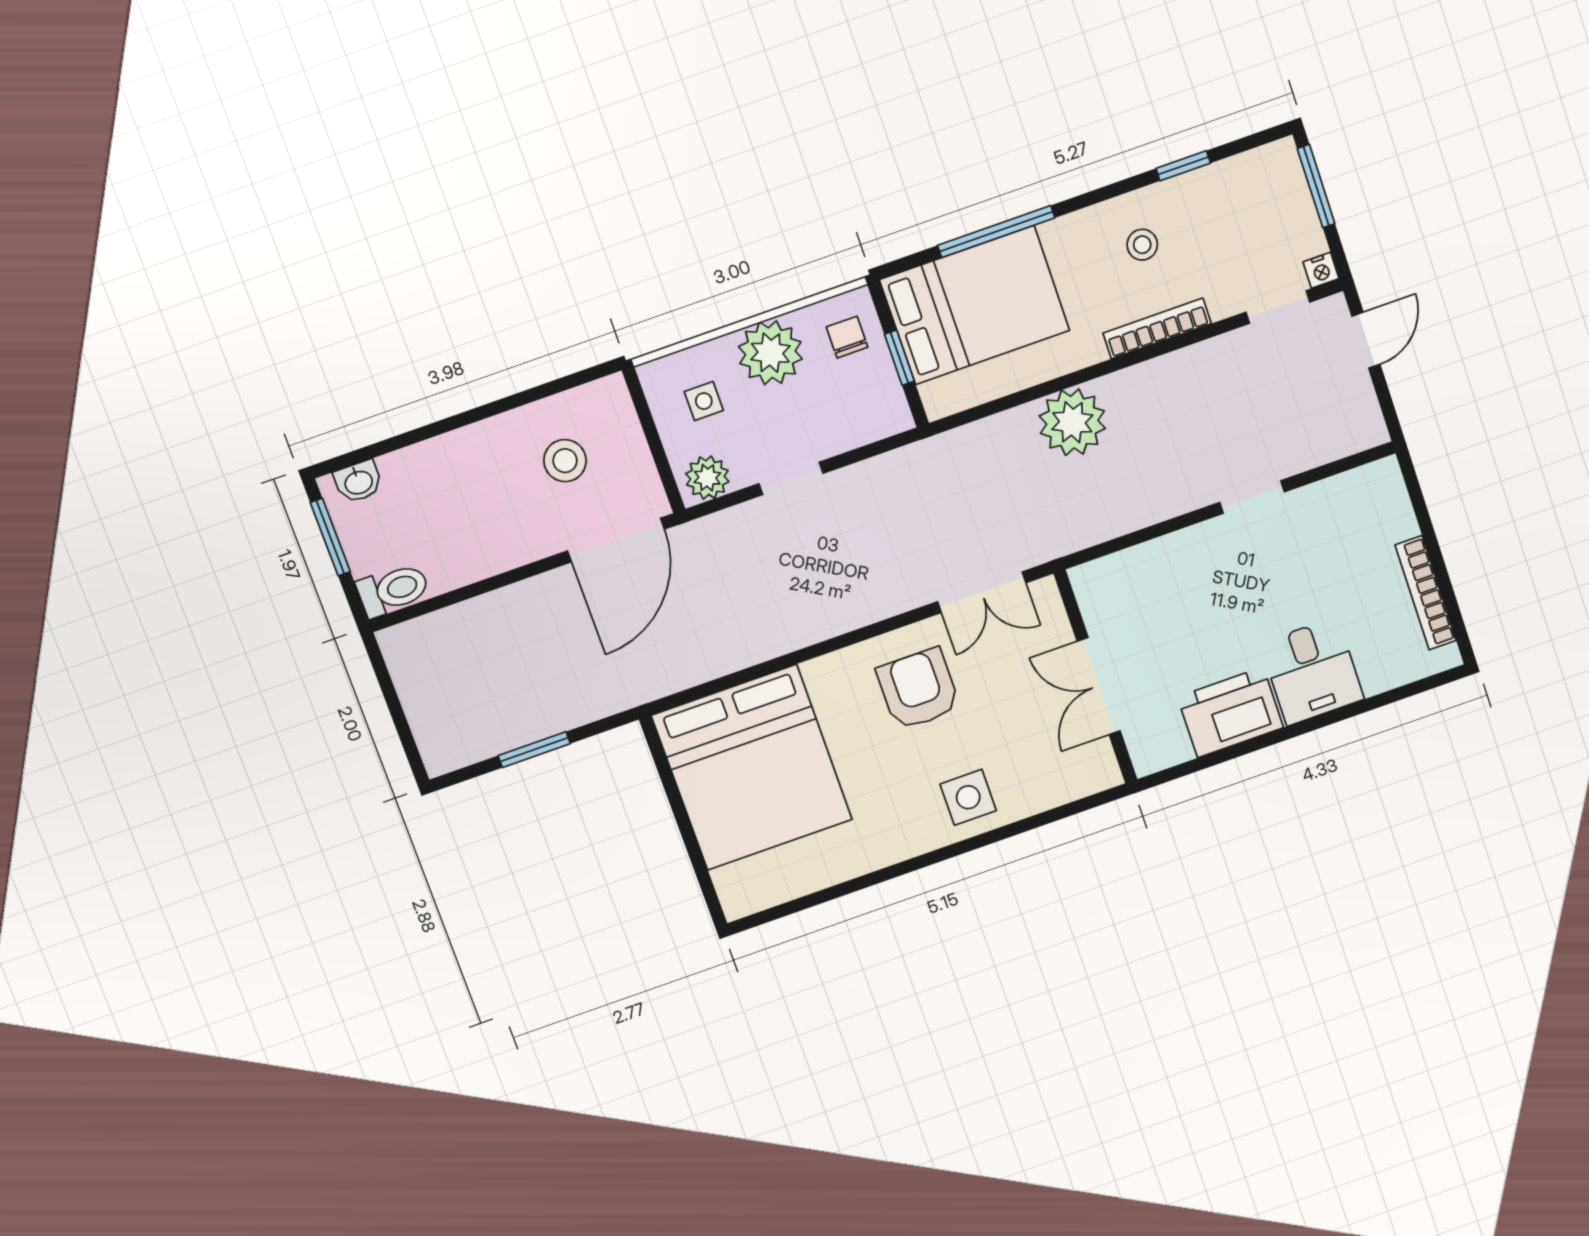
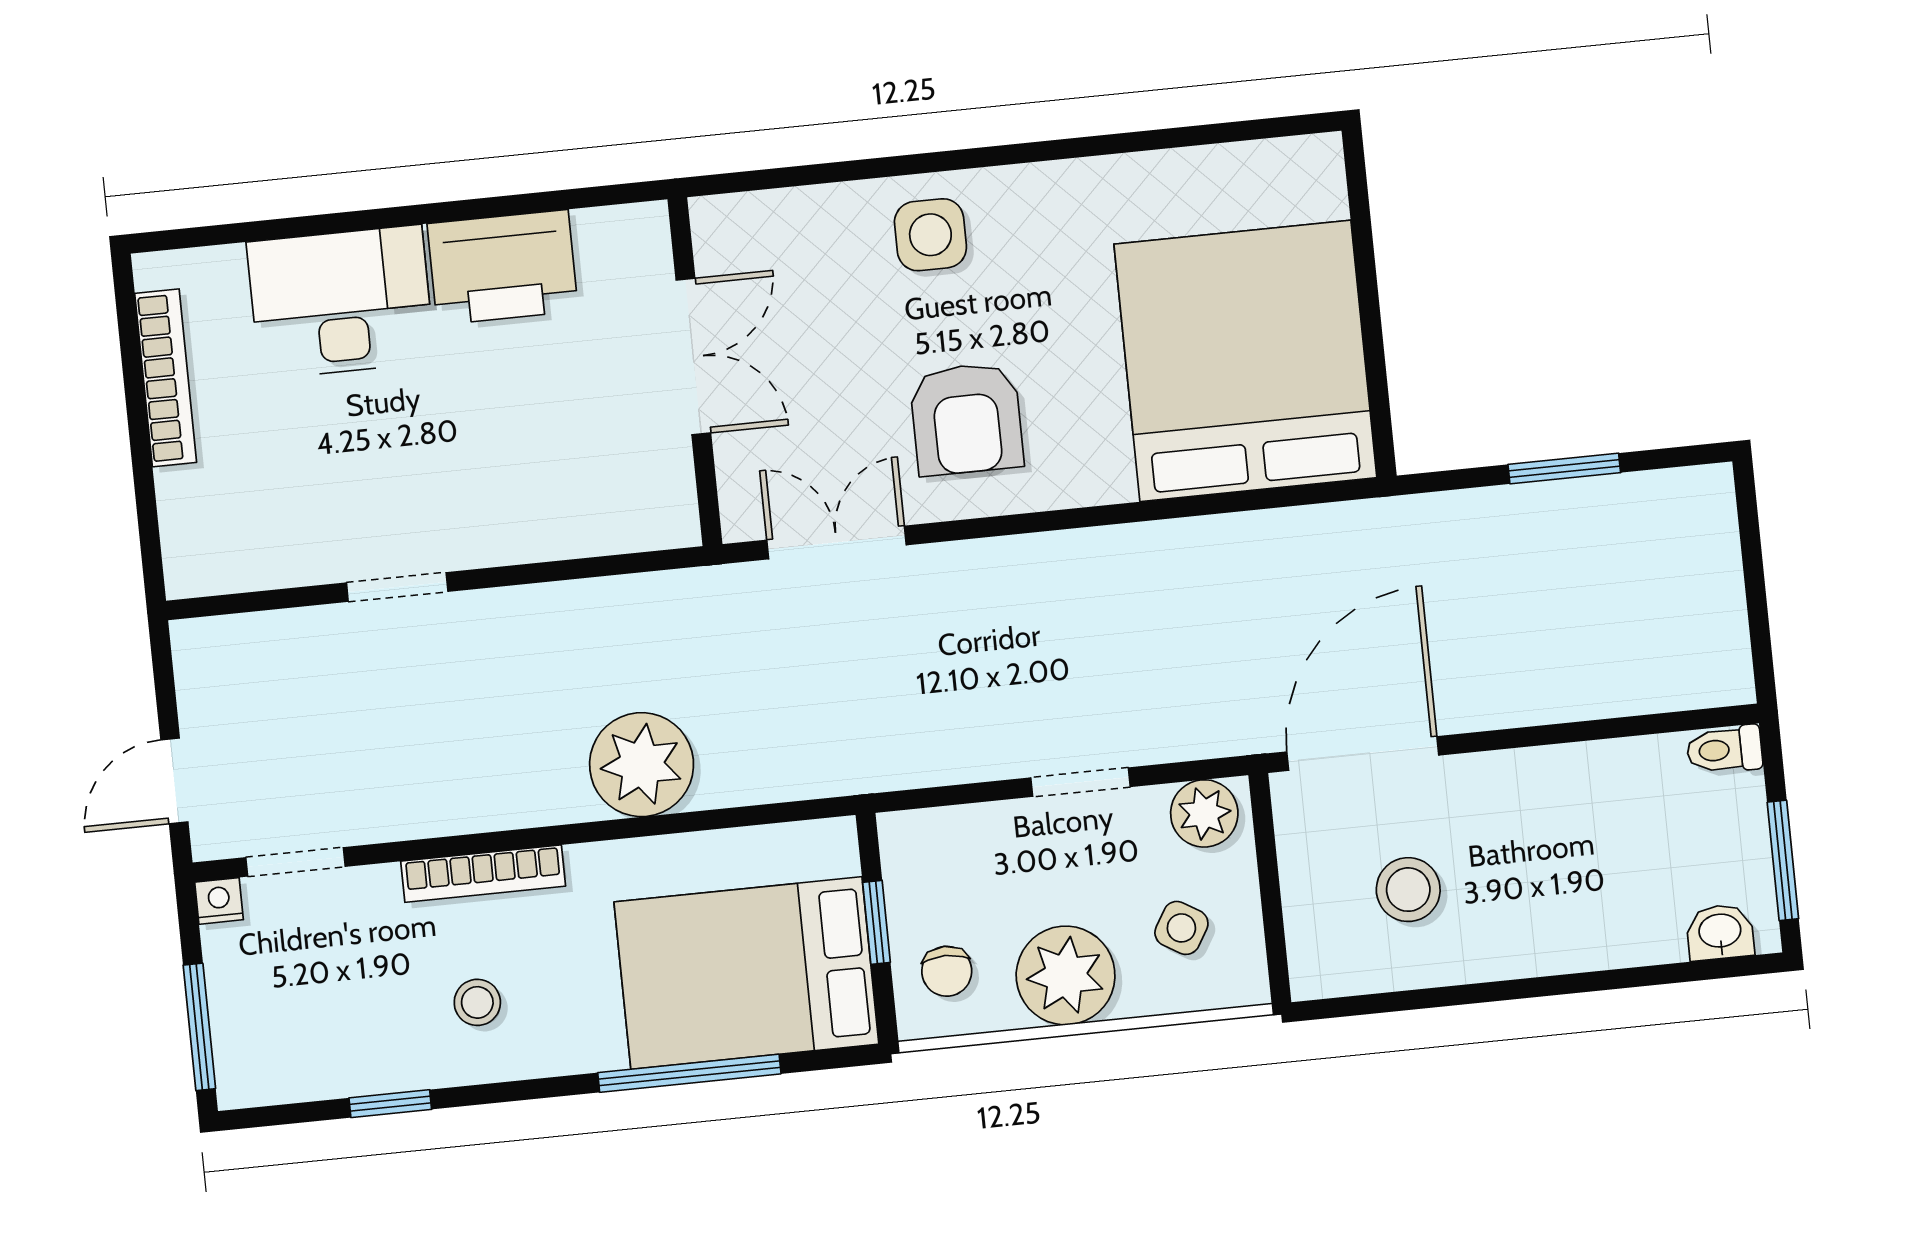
side table: (704, 401) -> (1181, 928), turned 31
toilet: (393, 590) -> (1724, 750), width x0.73, depth x0.72
desk: (1312, 671) -> (341, 302), width x1.37

